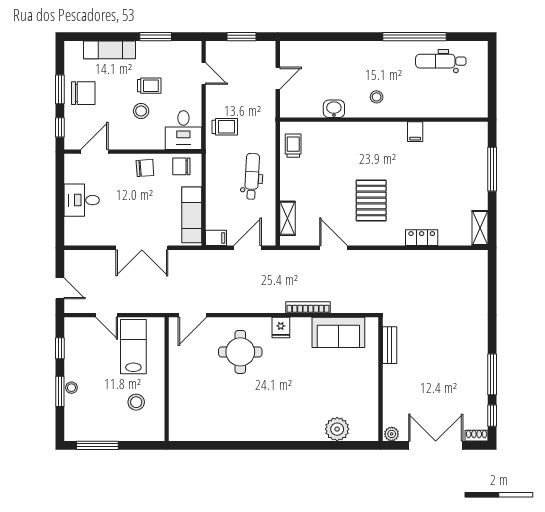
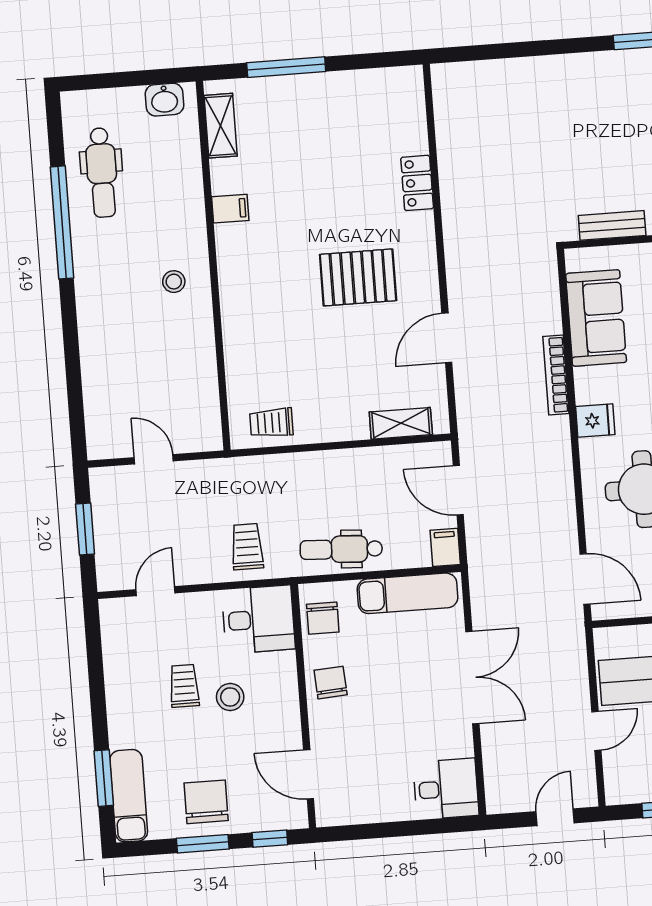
window: (156, 37) -> (104, 778), moved
exam couch: (110, 50) -> (129, 796), moved
washbasin: (334, 109) -> (164, 100), moved, turned -90
dental chair: (252, 176) -> (341, 549), moved
desk: (82, 200) -> (446, 789), moved, turned -90
shelving: (480, 228) -> (221, 126), moved, turned 90

